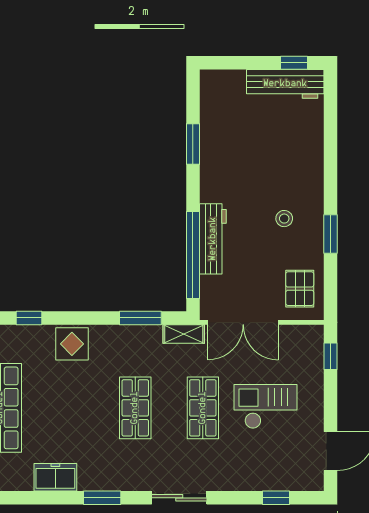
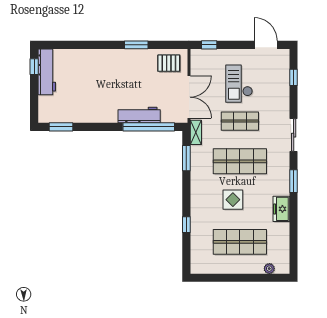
window: (193, 144) -> (61, 127), moved
stool: (284, 219) -> (127, 72), removed
display table: (72, 344) -> (233, 200), moved
shop shelf: (135, 408) -> (240, 161), width x1.43, depth x1.36

